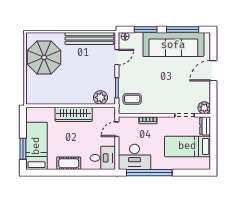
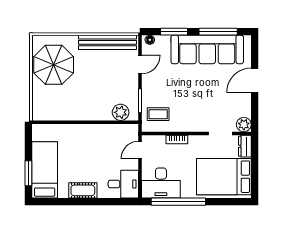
wardrobe: (74, 114) -> (89, 132), removed
bed: (187, 146) -> (224, 177), width x1.50

